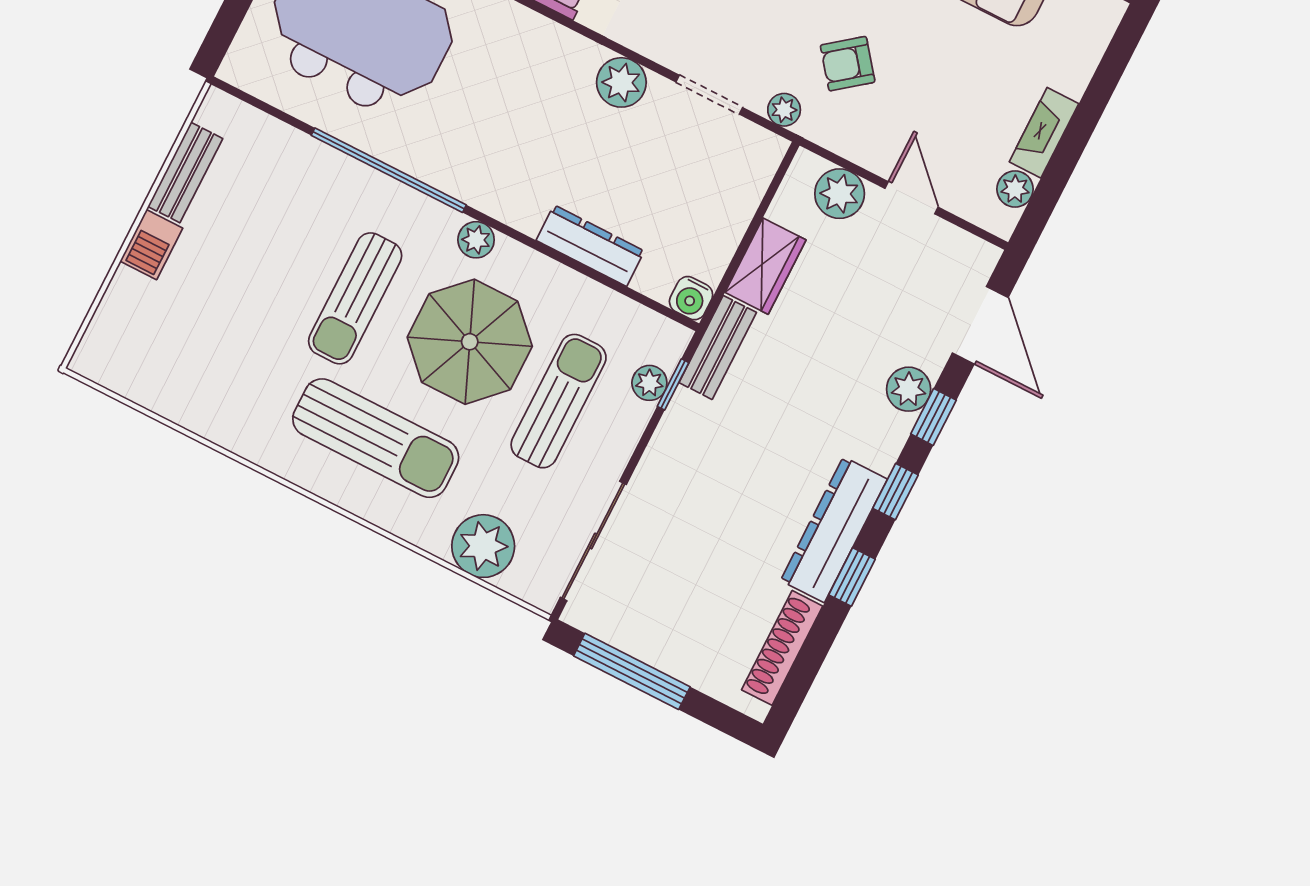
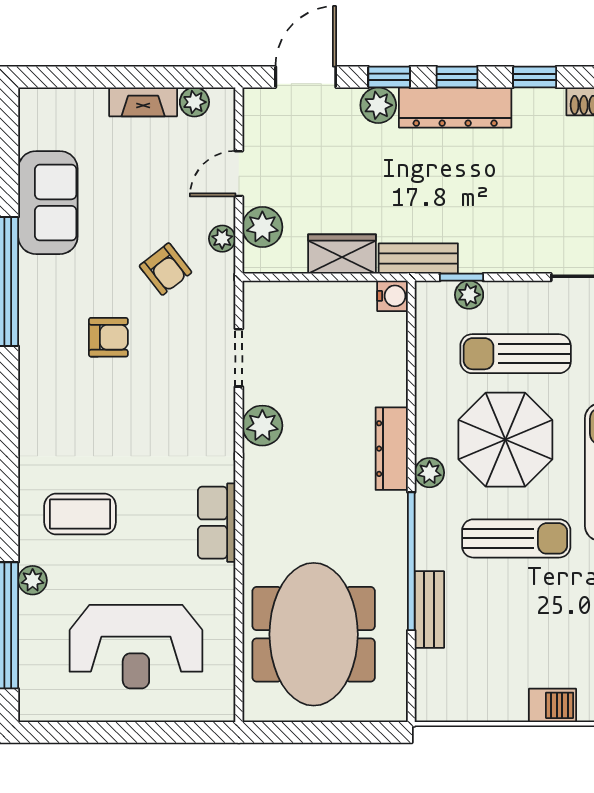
plant: (784, 110) -> (222, 239), moved
bench: (185, 172) -> (429, 610), moved, turned 90
dresser: (590, 246) -> (392, 449), moved
dresser: (834, 530) -> (455, 107), moved

